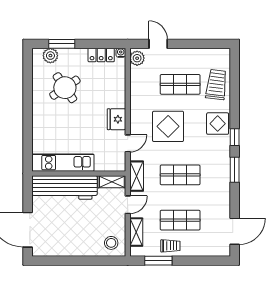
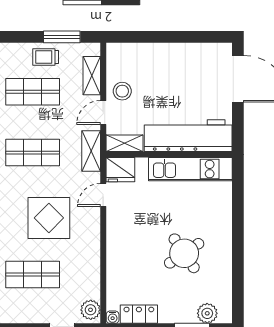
round table: (65, 88) -> (184, 253), moved
fridge: (116, 119) -> (120, 170), moved, turned 90
stool: (111, 243) -> (122, 91), moved

